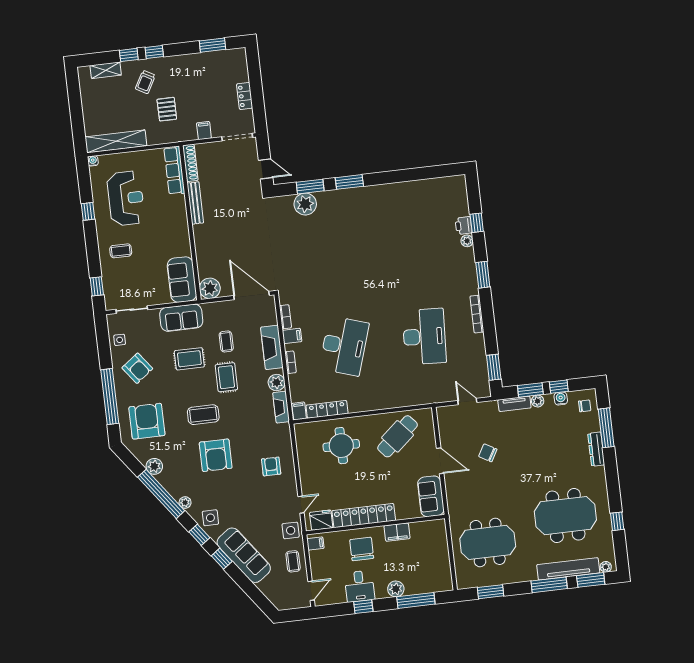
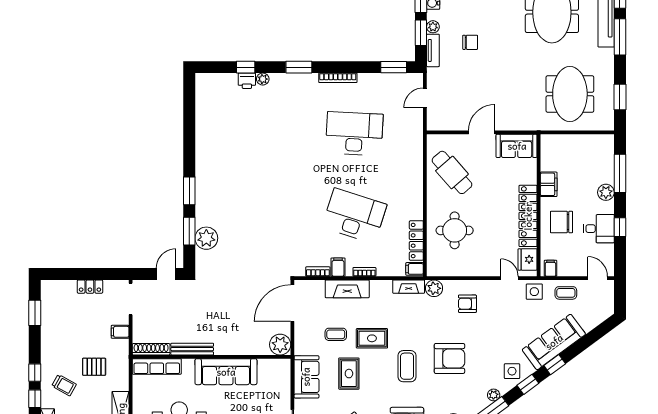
sofa: (182, 280) -> (226, 372), moved, width x1.36
plant: (277, 382) -> (434, 288), moved
chair: (488, 453) -> (470, 42), moved, turned -120

